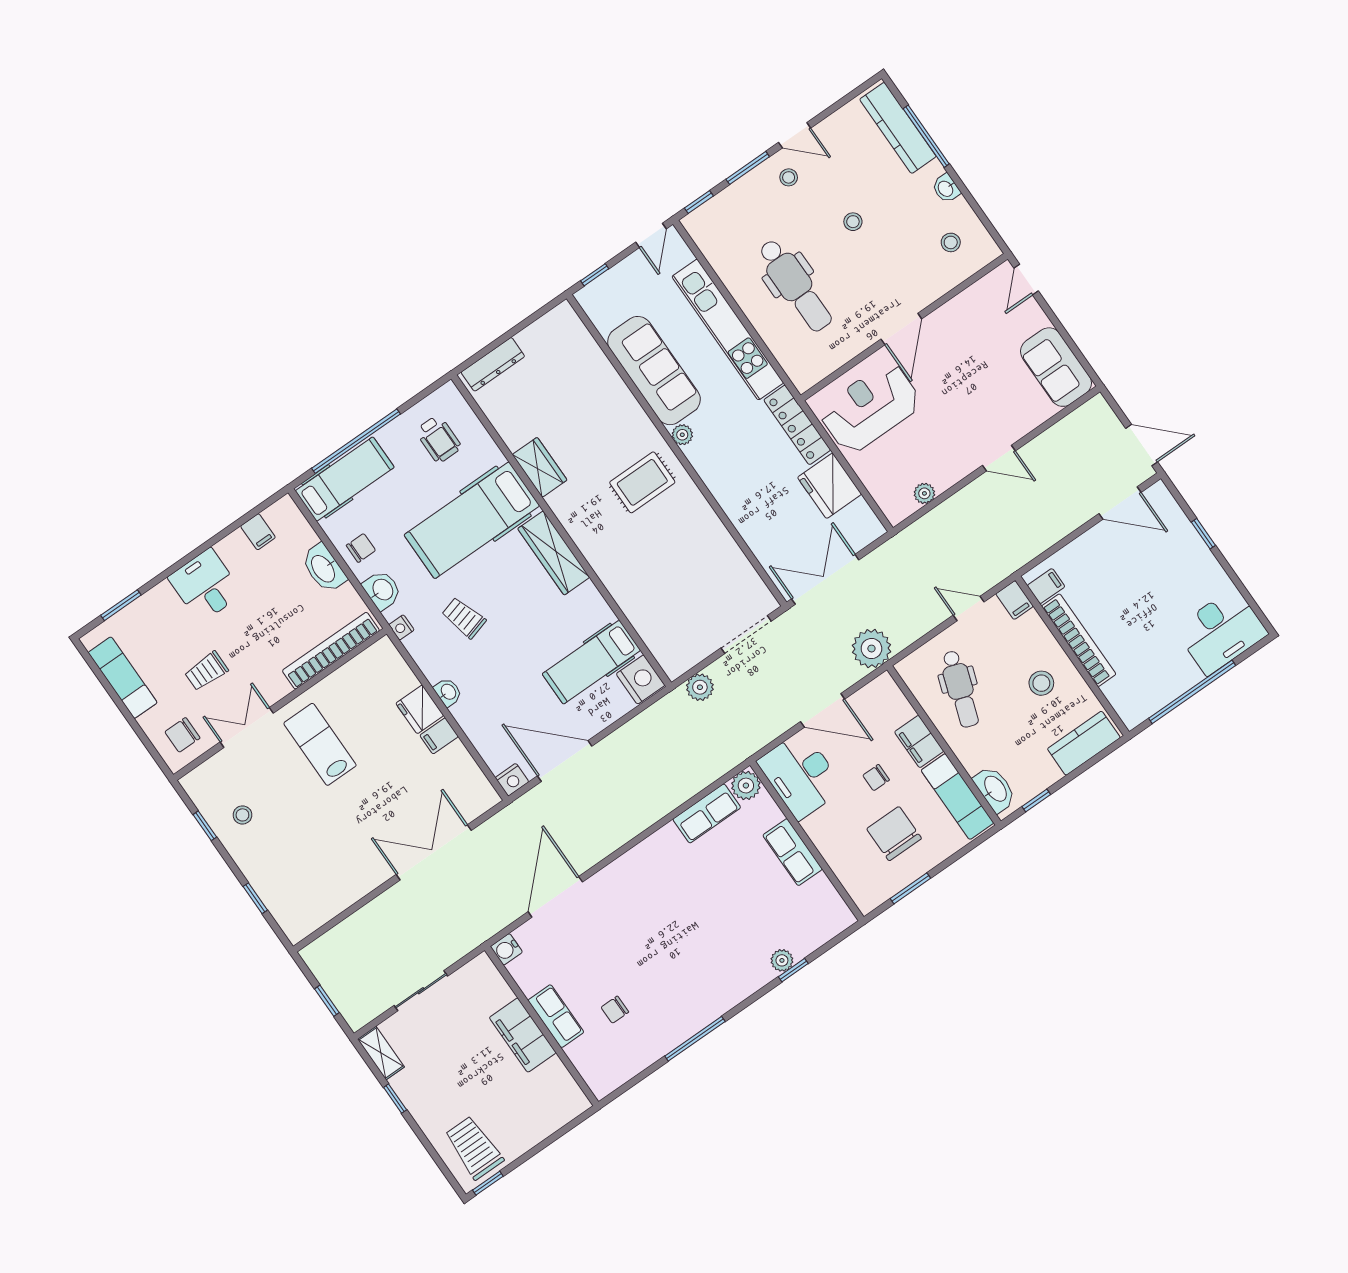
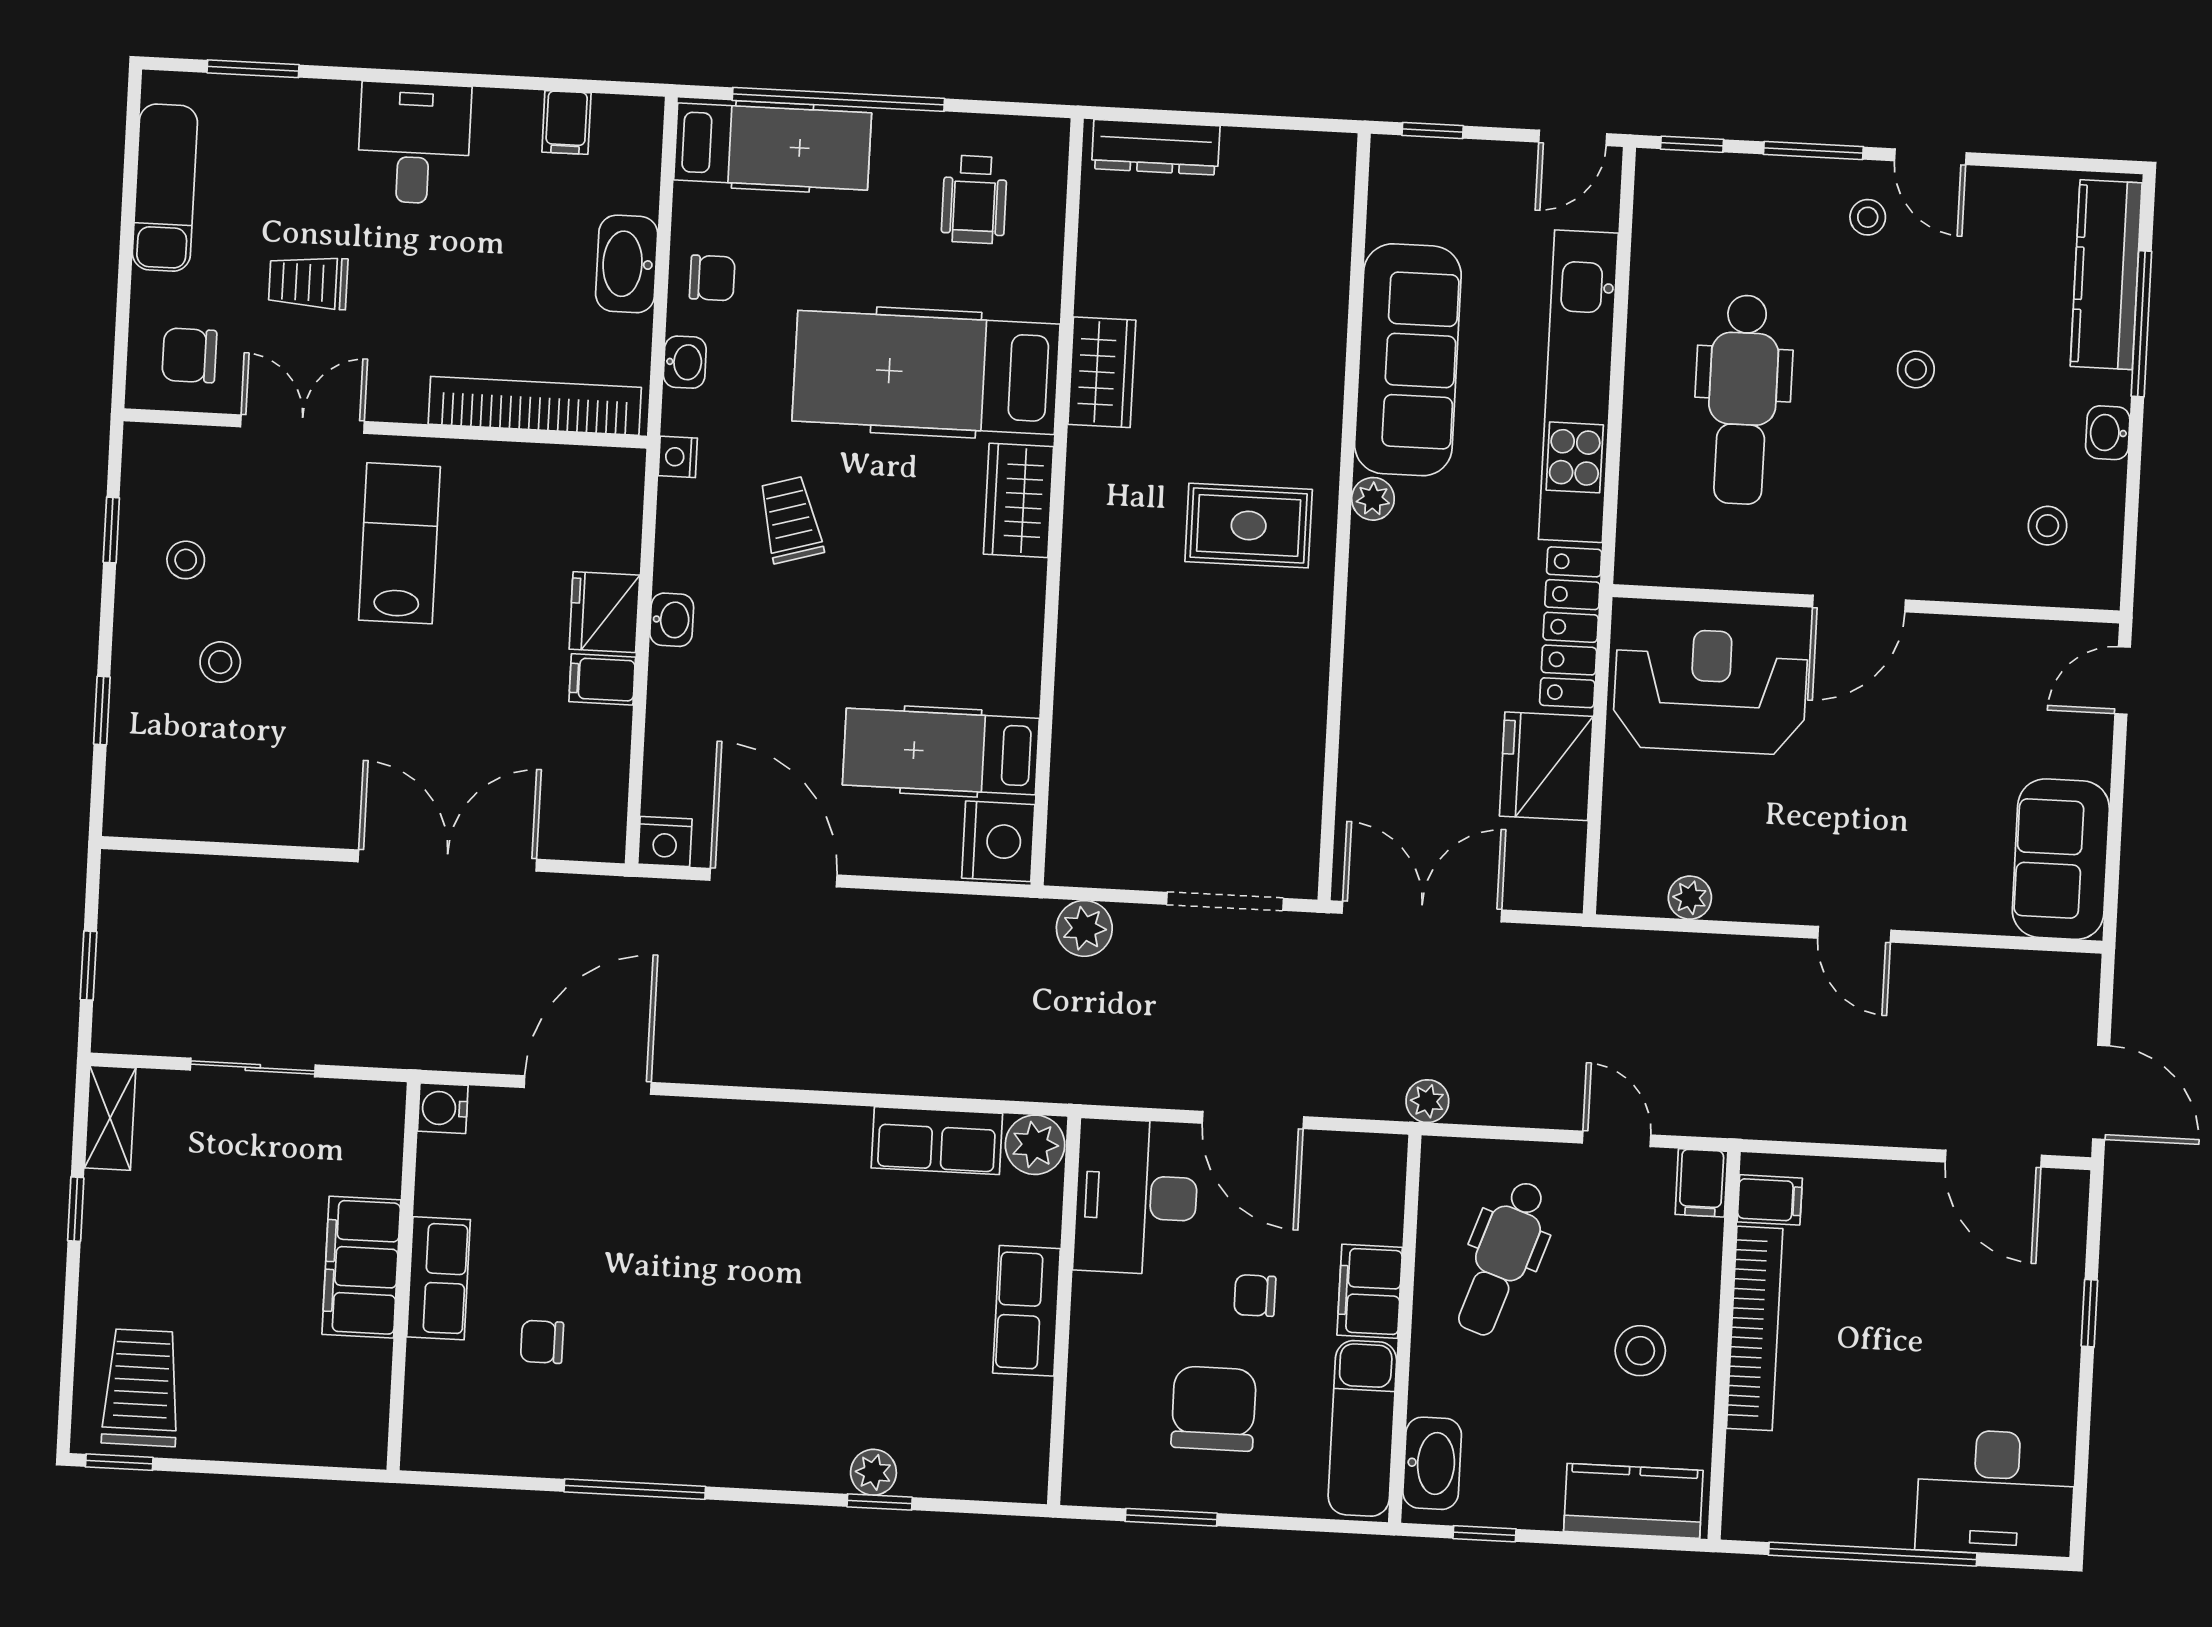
wardrobe: (554, 553) -> (1019, 500), width x0.67
washbasin: (382, 590) -> (685, 362), width x0.72, depth x0.69
plant: (871, 649) -> (1427, 1101), width x0.53, depth x0.53
stool: (286, 844) -> (220, 662), added

